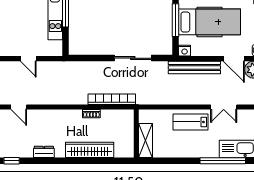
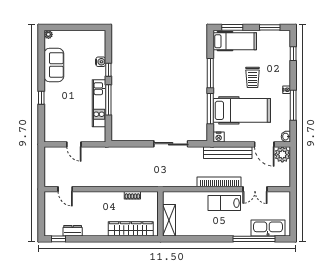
bookcase: (112, 99) -> (219, 182), moved
wall: (136, 134) -> (160, 214), moved
shelving: (146, 141) -> (169, 220), moved
dresser: (44, 152) -> (73, 231), moved

